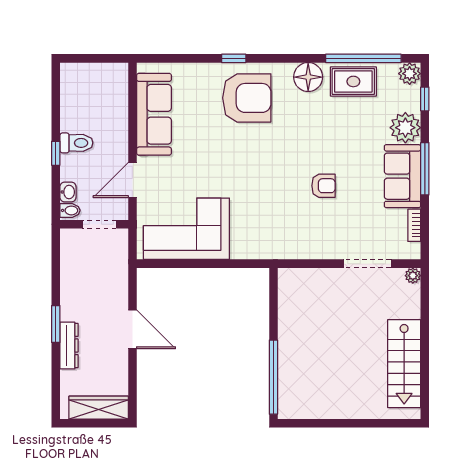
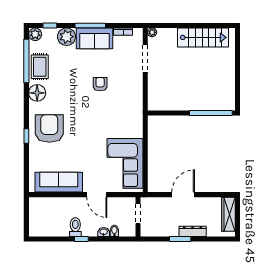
wall: (94, 224) -> (138, 217), moved
doorway: (99, 224) -> (138, 214), moved

